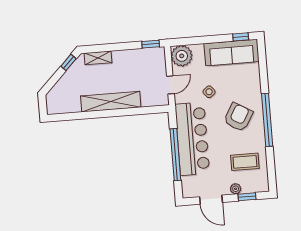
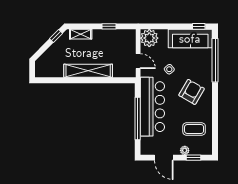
window: (151, 44) -> (109, 26), moved
door: (170, 85) -> (138, 61), hinge flipped
window: (267, 120) -> (215, 60), moved

